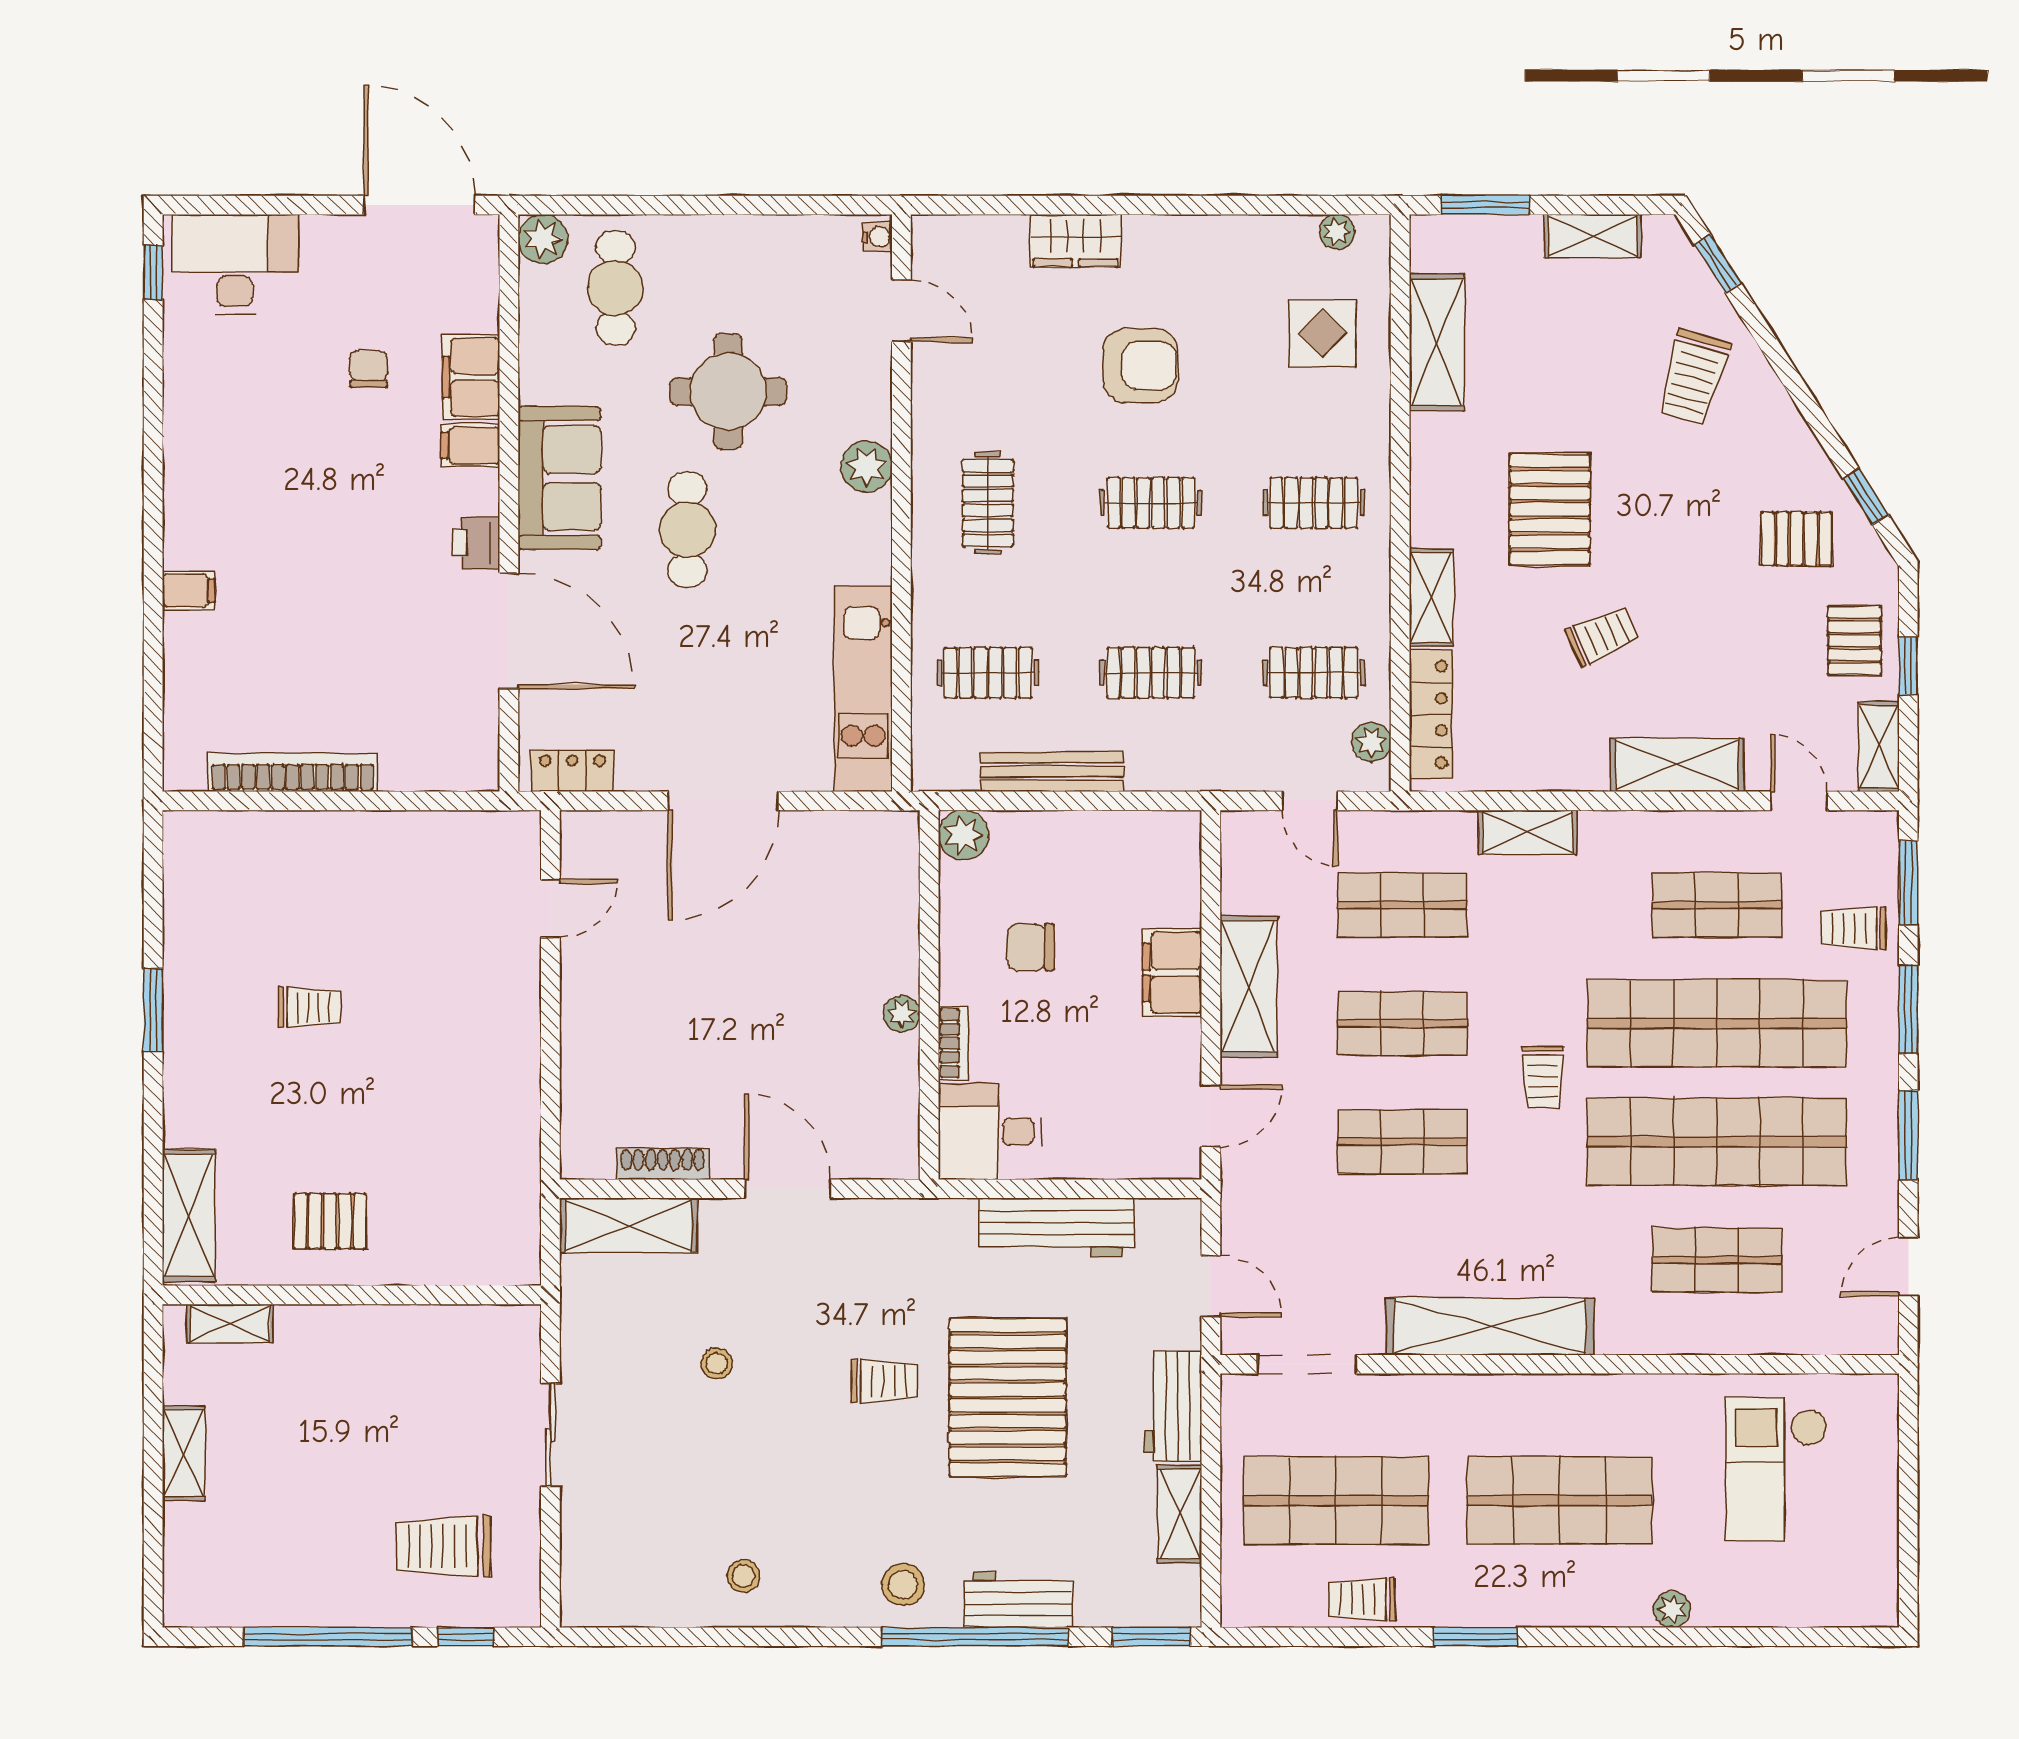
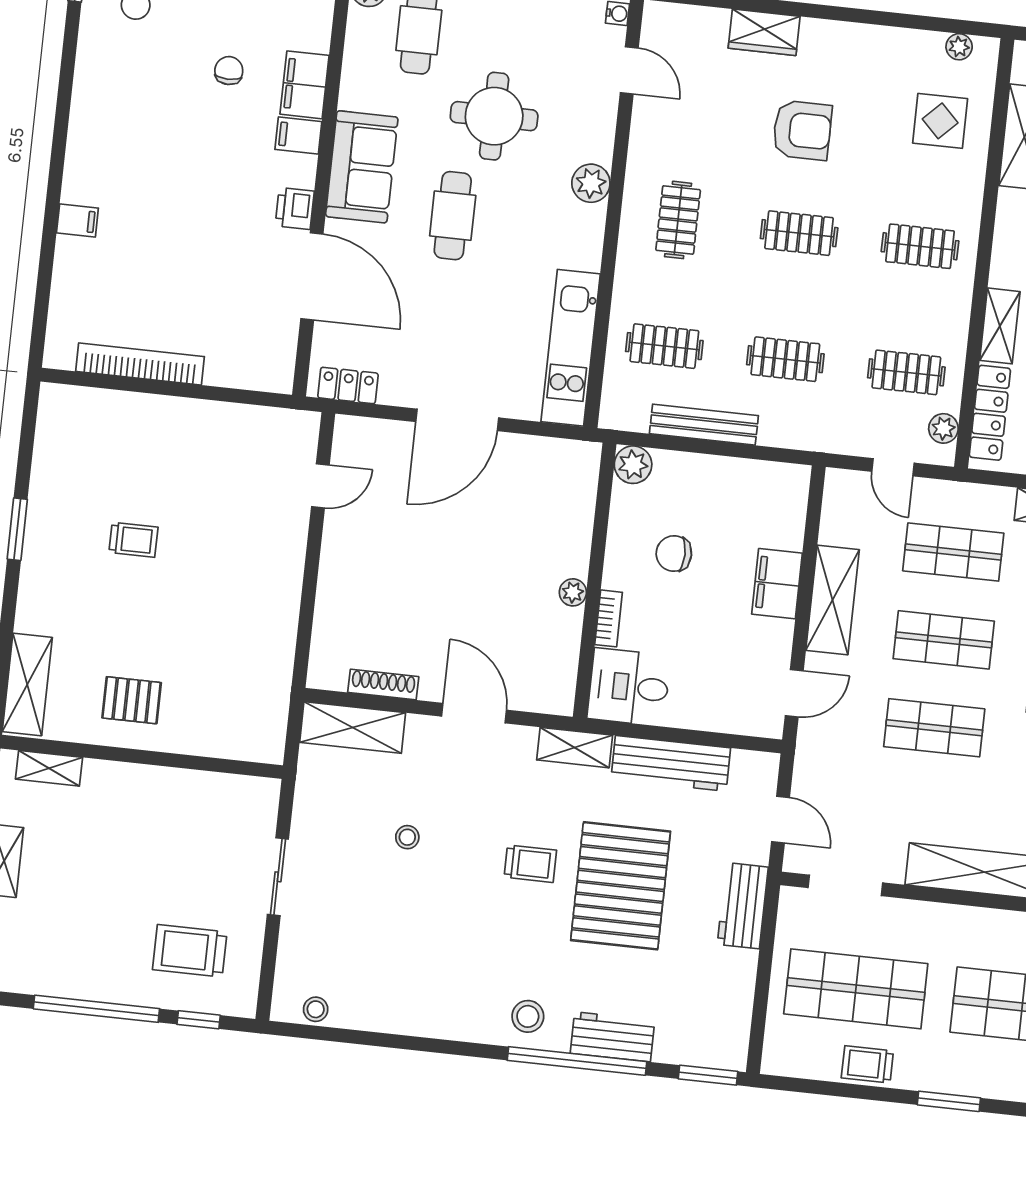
shelving: (1180, 1514) -> (575, 748), moved, turned 90
stool: (744, 1576) -> (316, 1009), moved

